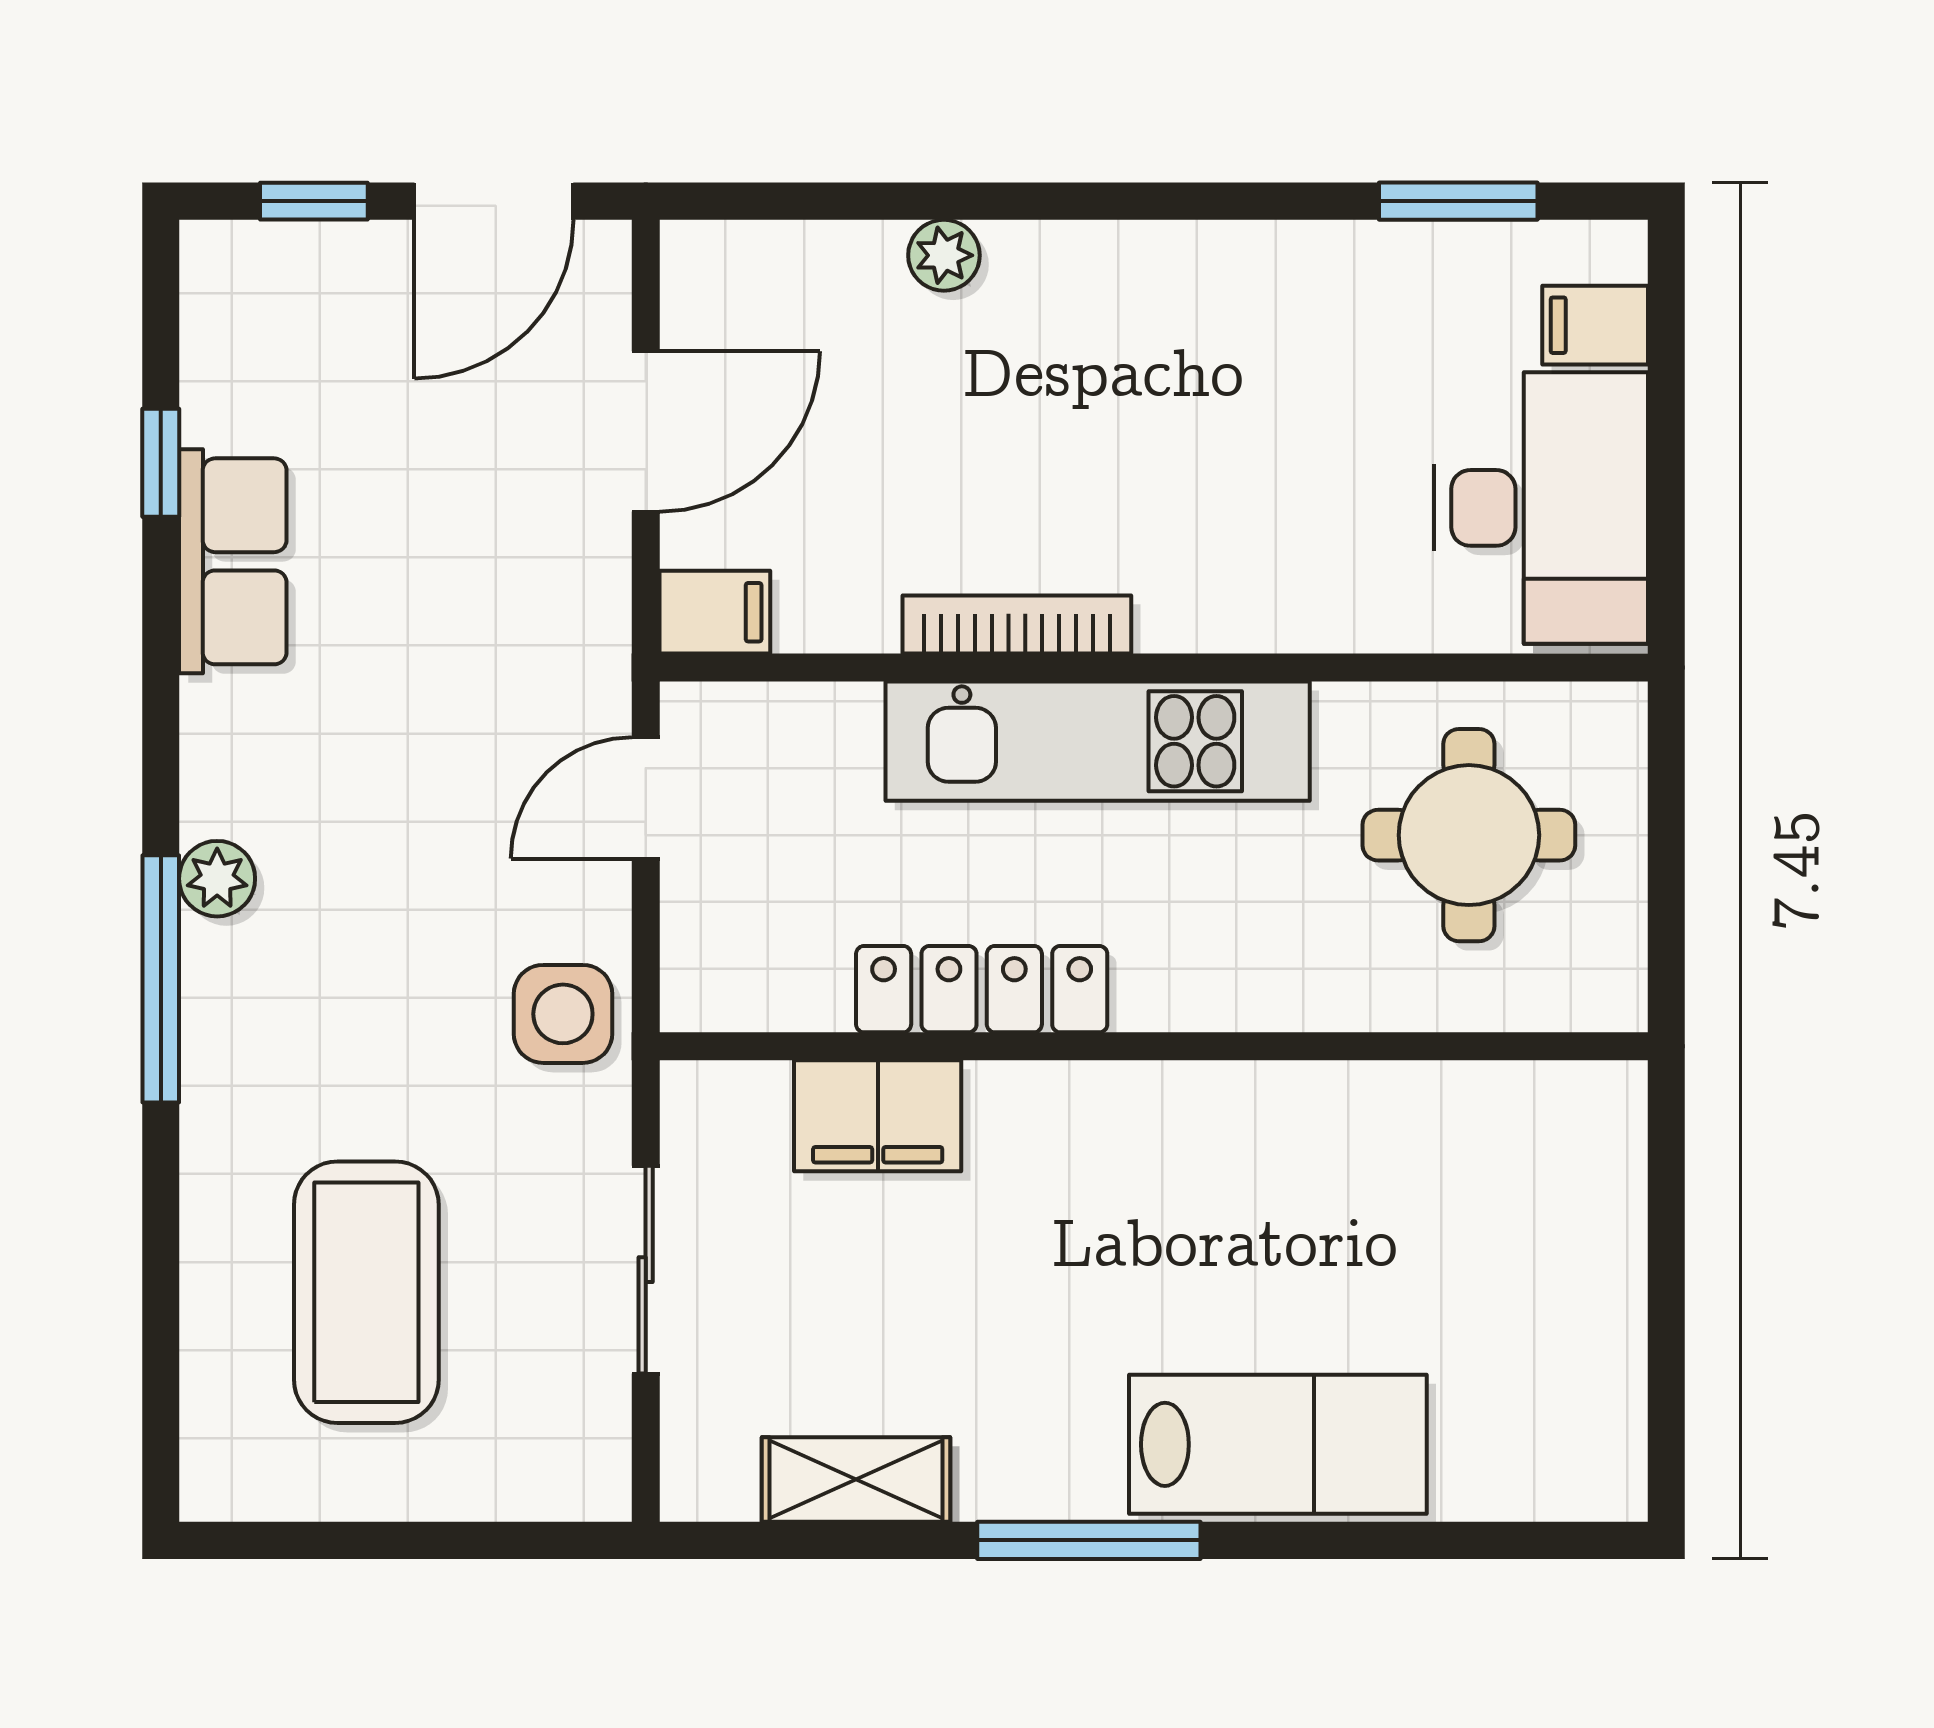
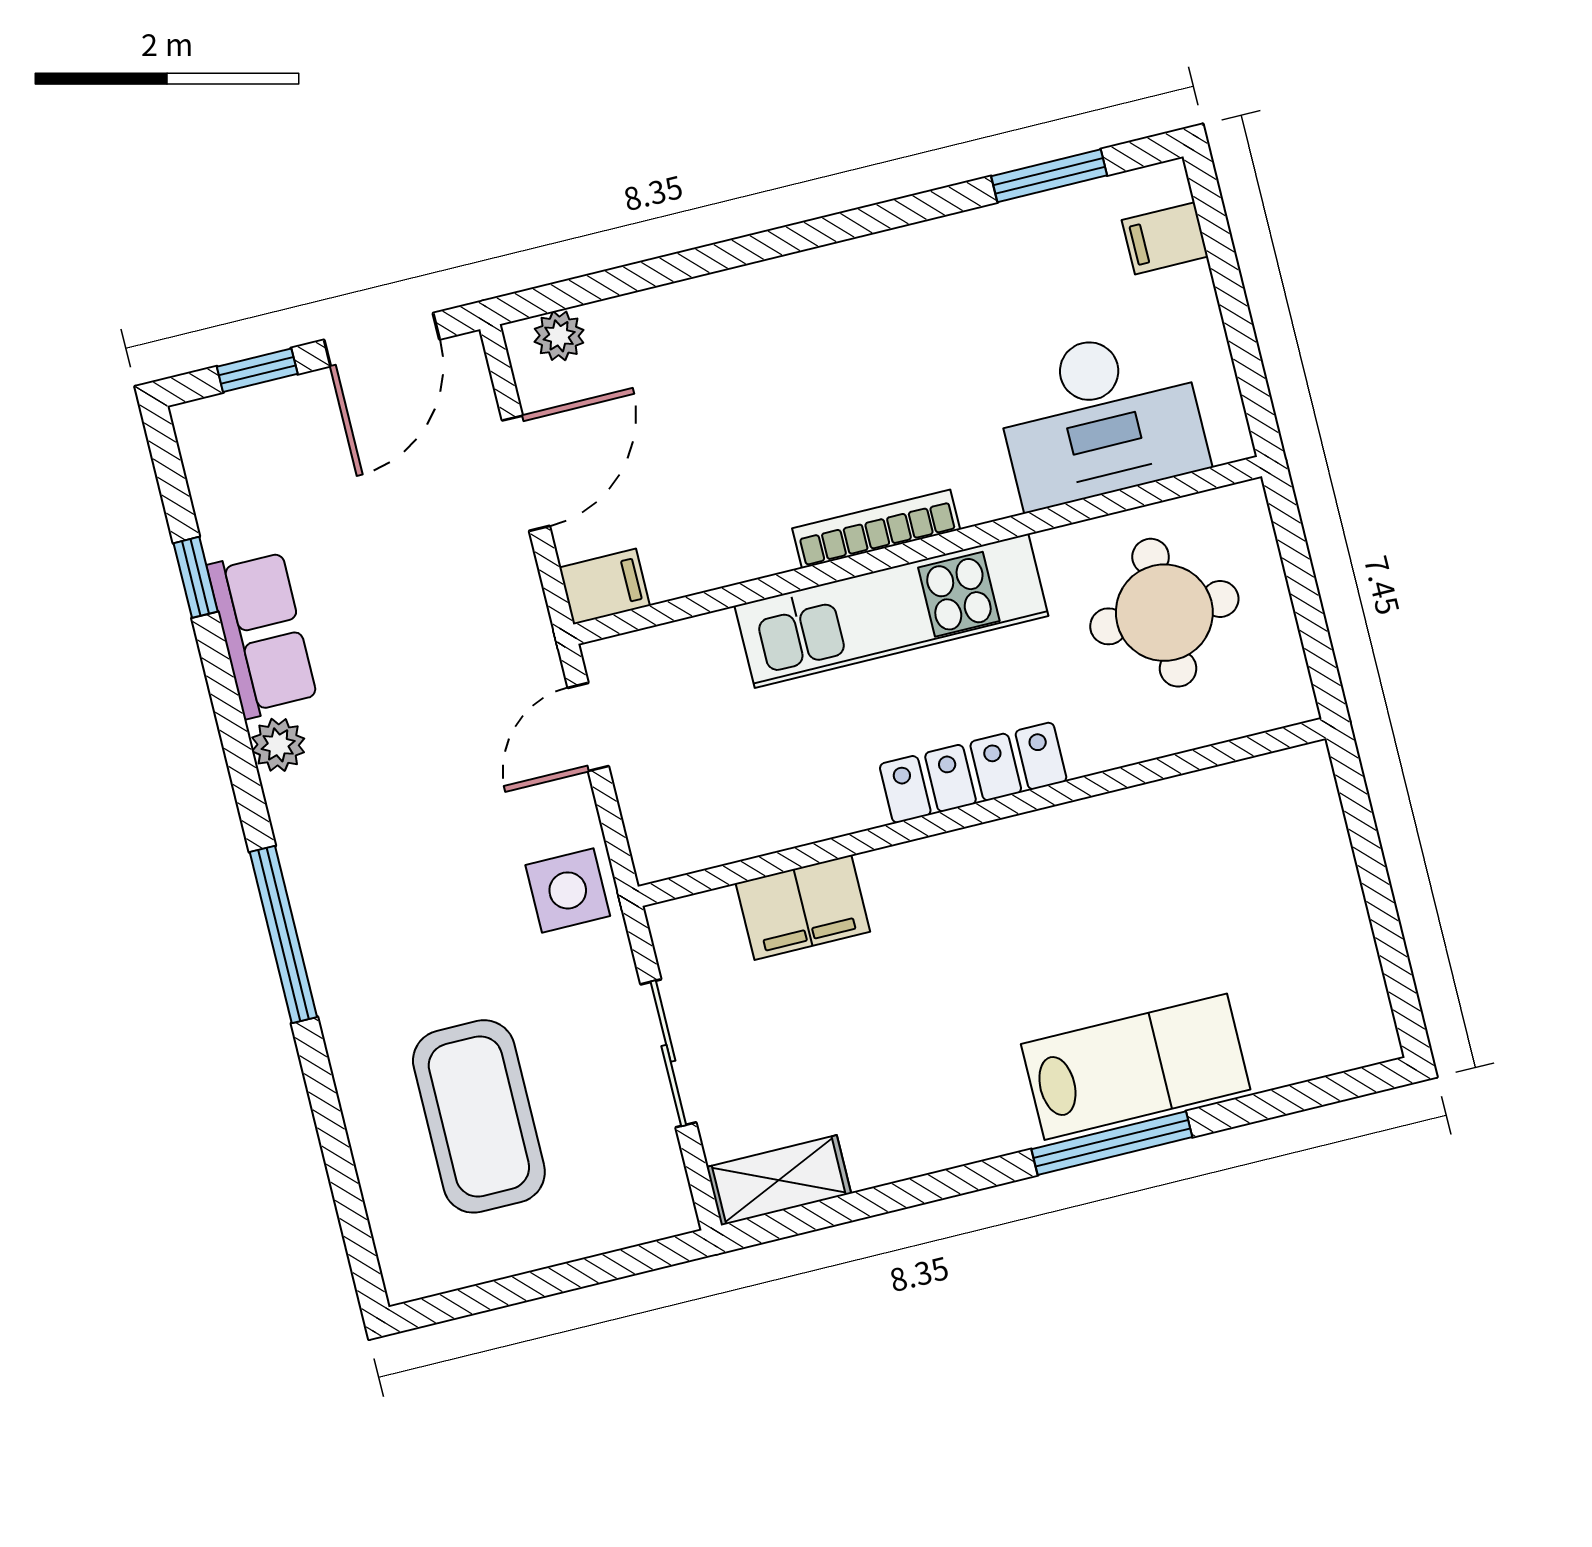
plant: (944, 255) -> (559, 336), moved
desk: (1541, 508) -> (1100, 417), moved, turned 90
bookcase: (1017, 624) -> (876, 529), moved
plant: (217, 879) -> (278, 745), moved
locker: (982, 989) -> (973, 773), moved
shelving: (856, 1480) -> (779, 1180), moved
window: (1089, 1540) -> (1112, 1143), moved

